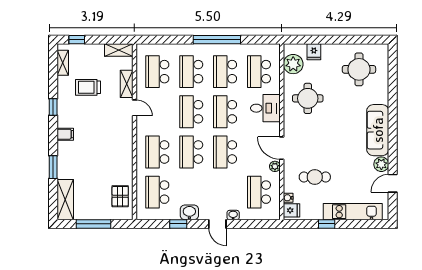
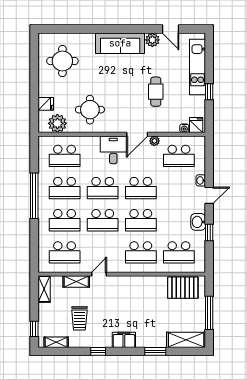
desk: (265, 108) -> (113, 150), moved
filing cabinet: (65, 134) -> (124, 340), width x2.00
cafe table: (315, 177) -> (156, 92), moved
pallet: (120, 196) -> (183, 288), width x1.50, depth x1.42

